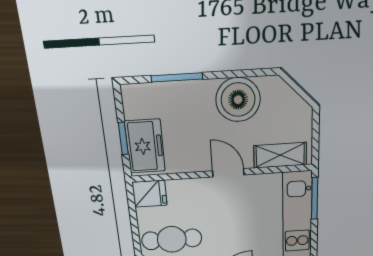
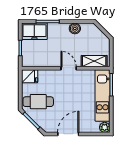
boiler: (238, 100) -> (75, 28), width x0.54, depth x0.54
freezer: (145, 146) -> (34, 31), moved, turned 90

